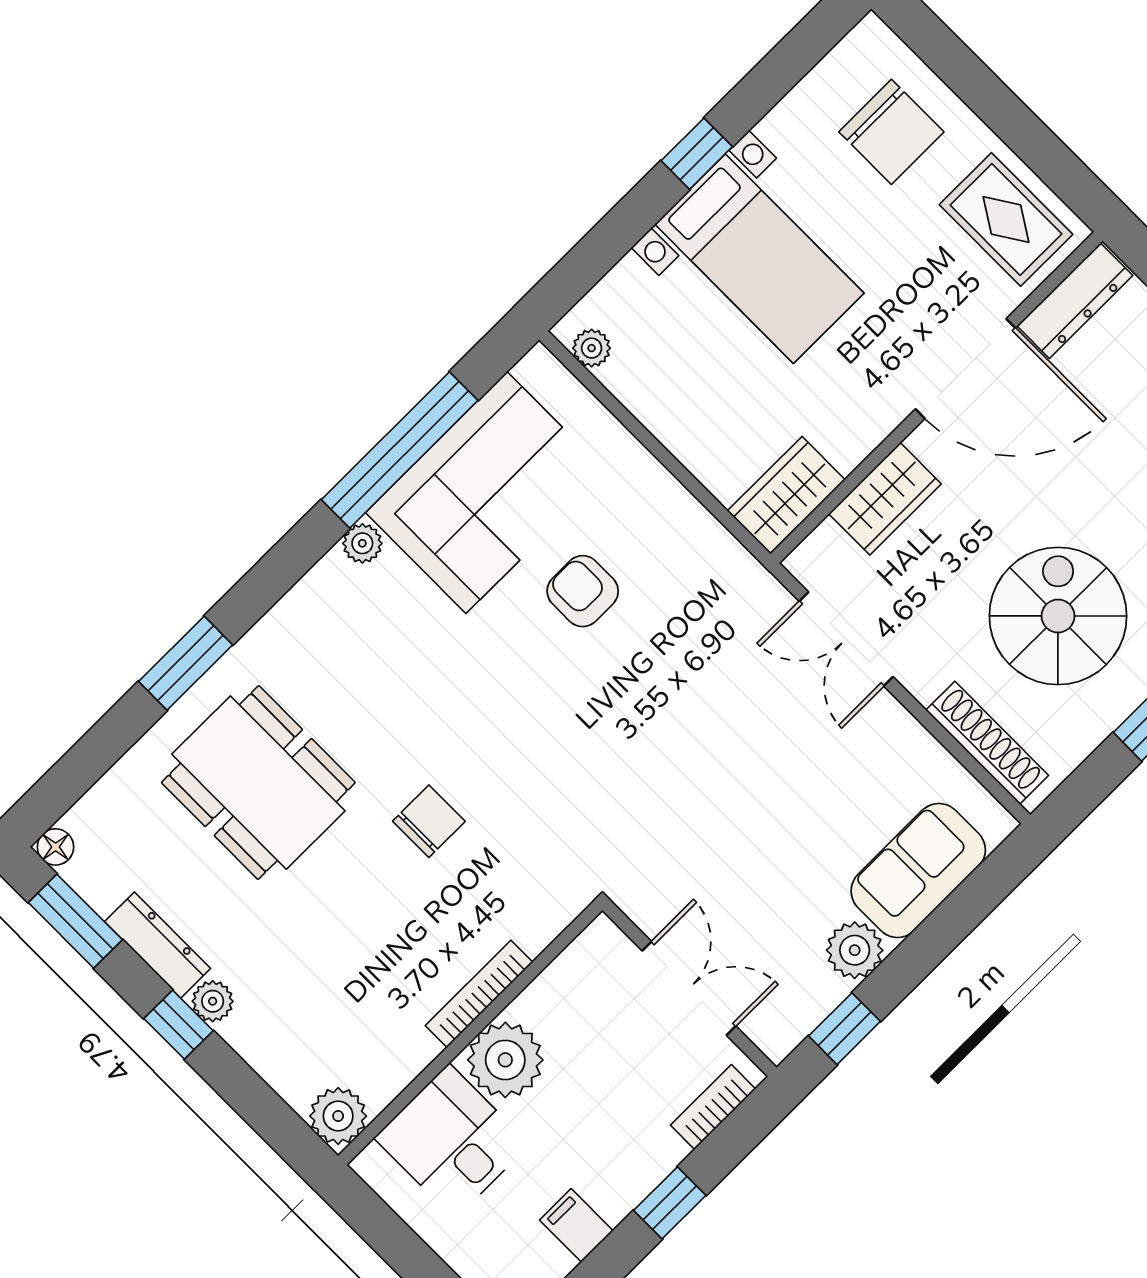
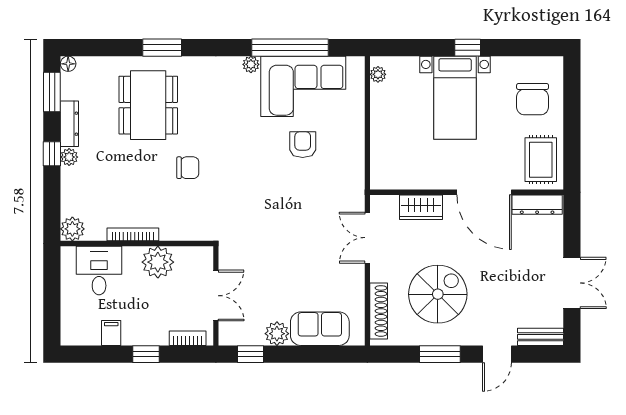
wardrobe: (786, 495) -> (392, 177), removed
bookcase: (479, 994) -> (133, 234), moved
plant: (505, 1060) -> (158, 262), moved

